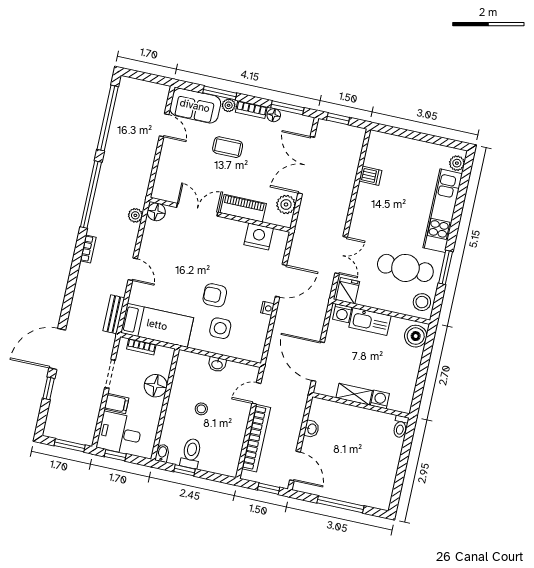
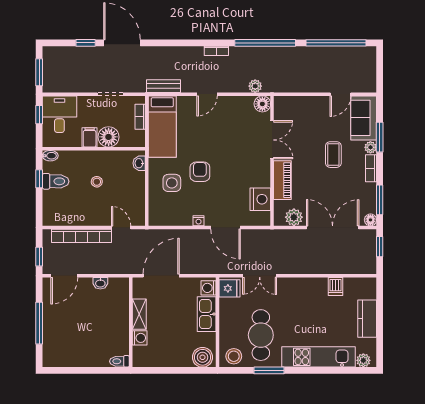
floor lamp: (274, 115) -> (370, 220), moved
kitchen counter: (413, 149) -> (367, 319), added
washbasin: (217, 364) -> (139, 163), moved
filing cabinet: (116, 403) -> (90, 137), moved, turned 180

